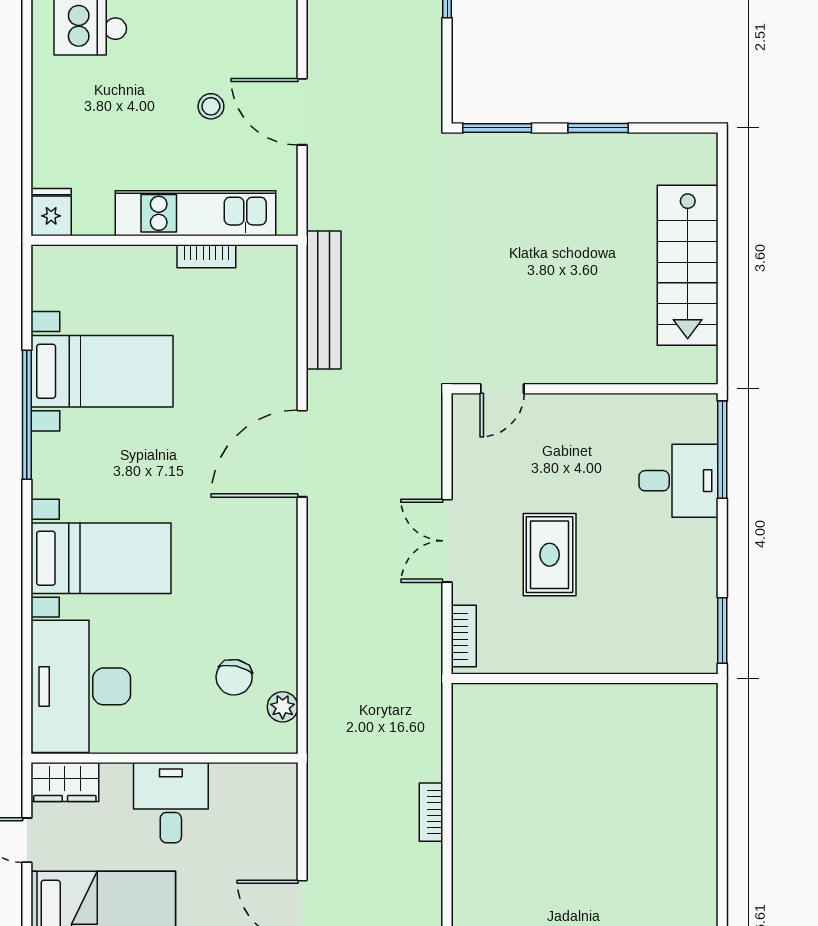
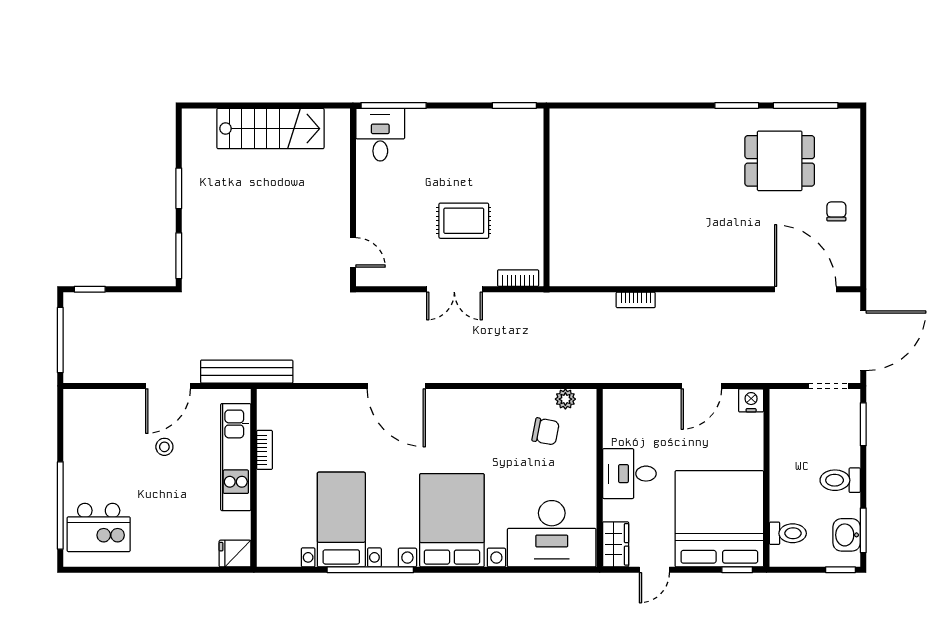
bench: (324, 300) -> (247, 372), moved
desk: (678, 481) -> (380, 135), moved
bed with nightstands: (101, 558) -> (452, 520), width x1.36

